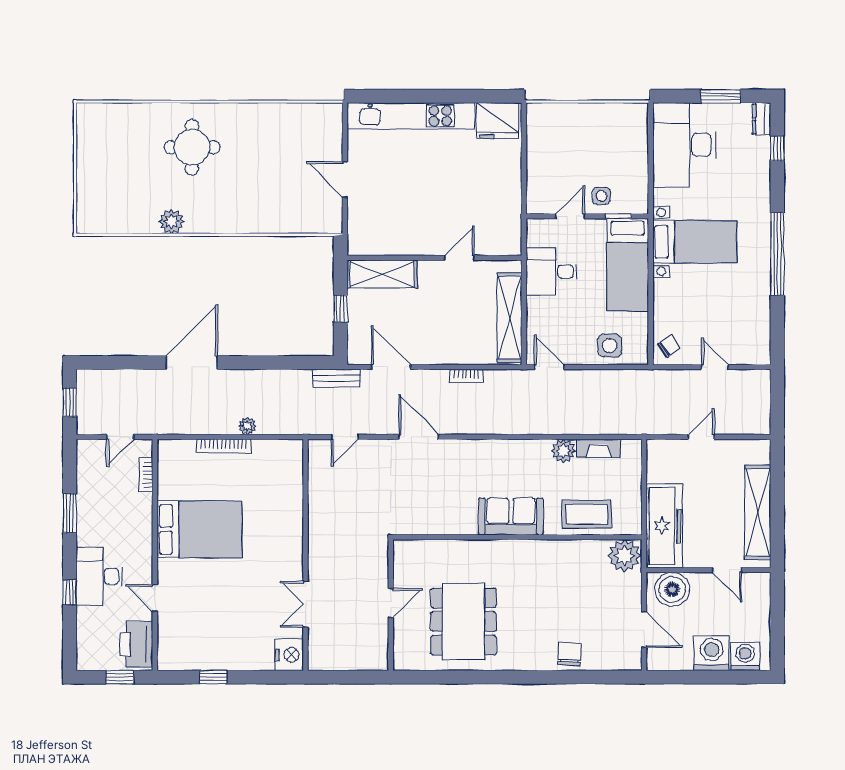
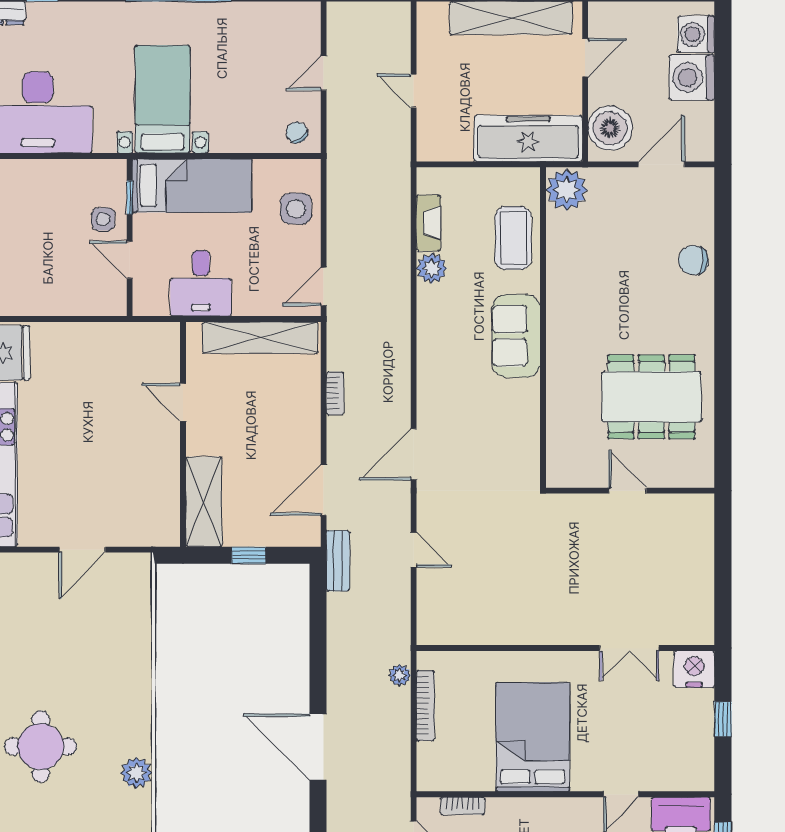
wall: (306, 555) -> (565, 648), moved
double door: (306, 604) -> (629, 648), moved
nightstand: (289, 655) -> (694, 669), moved

